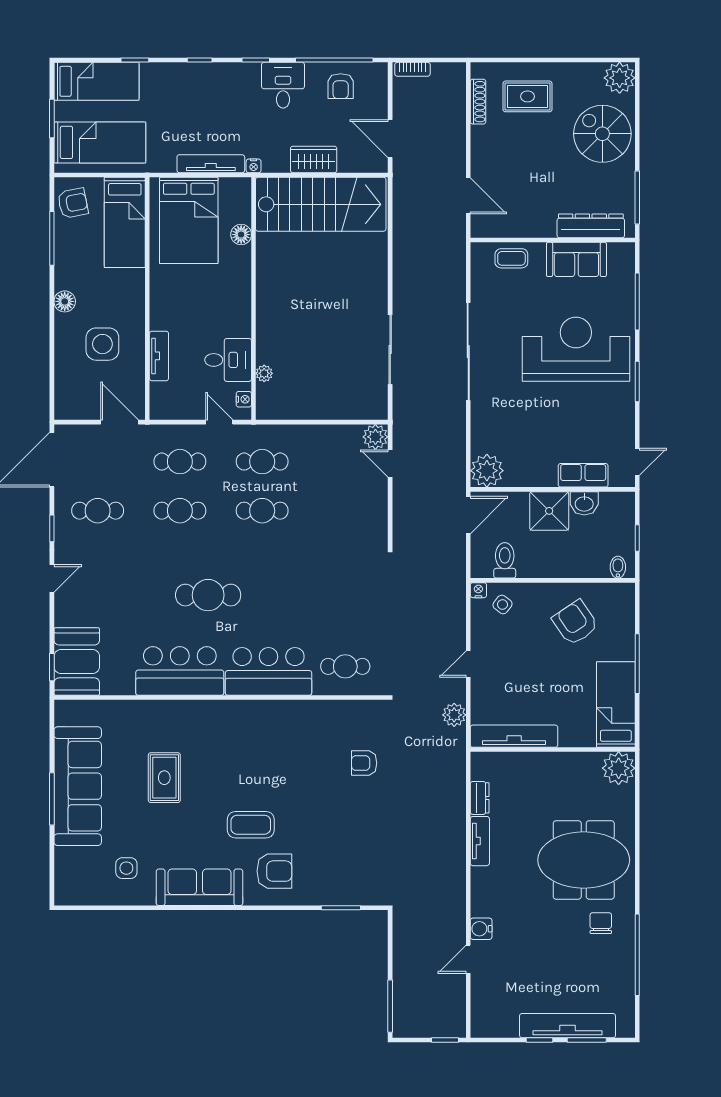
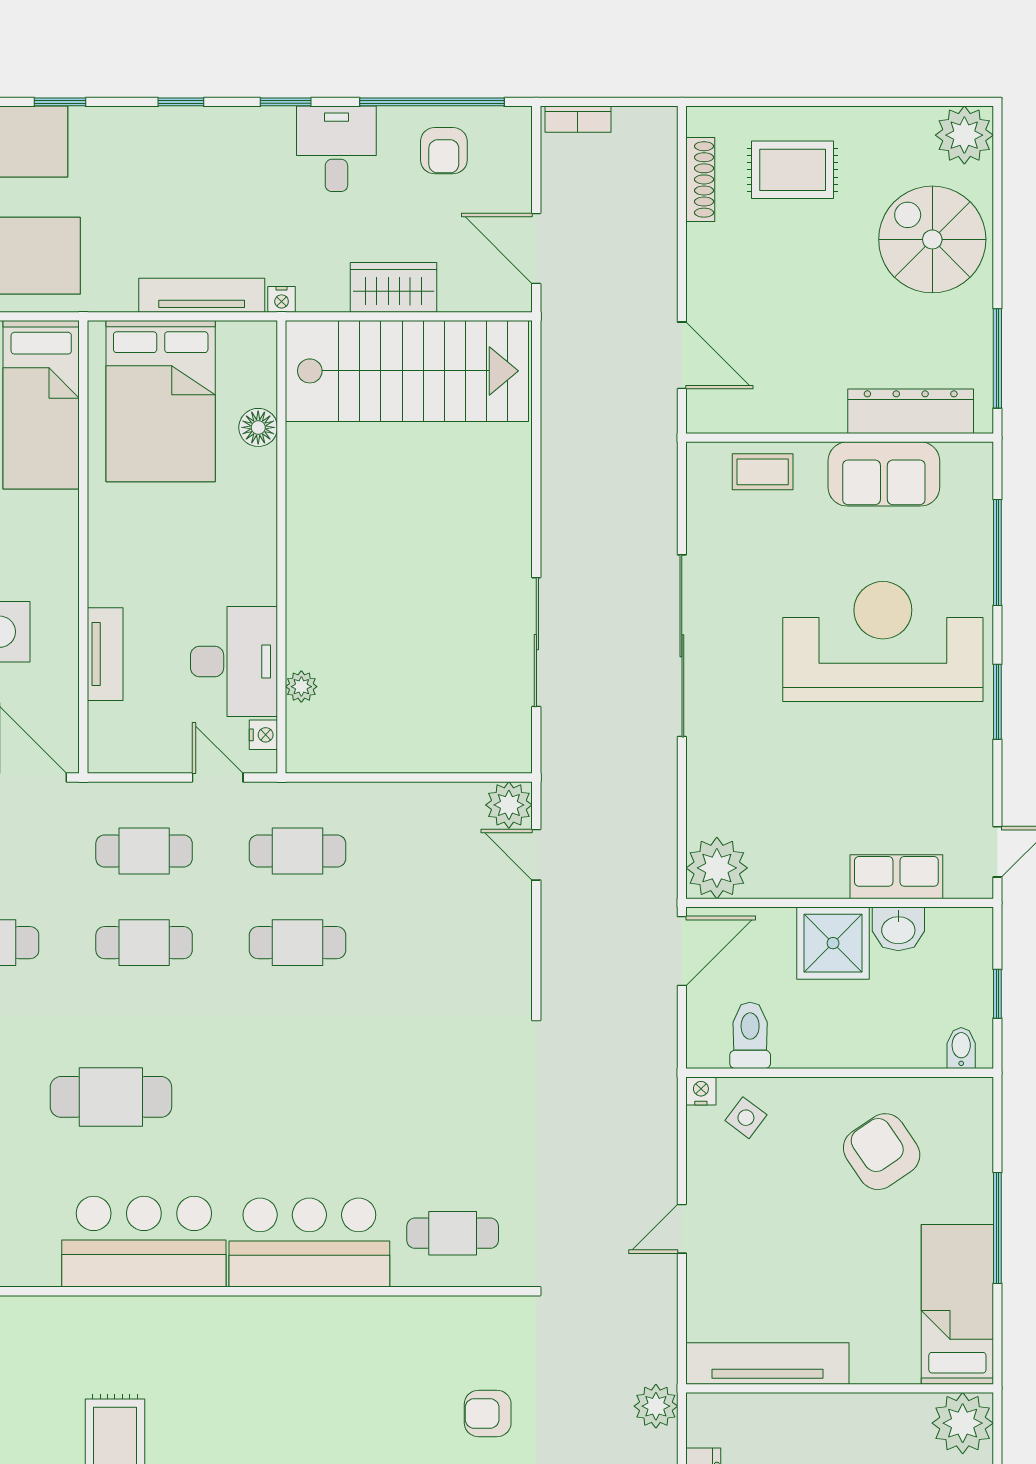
desk: (228, 360) -> (234, 661), width x1.37
cafe table: (208, 595) -> (111, 1097), moved
plant: (454, 715) -> (656, 1406), moved

